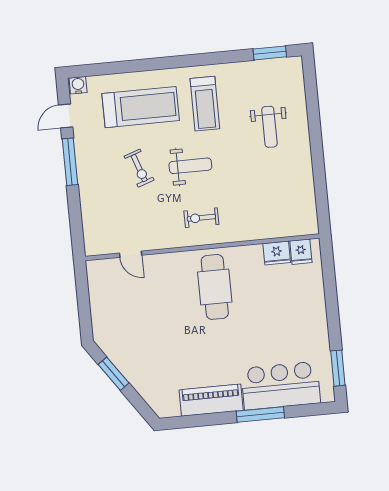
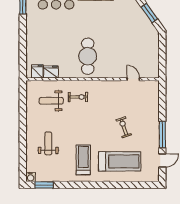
water cooler: (78, 85) -> (31, 177), moved
treadmill: (141, 107) -> (120, 161), turned 180
weight bench: (190, 166) -> (51, 101), moved
exercise bike: (201, 218) -> (78, 97), moved

